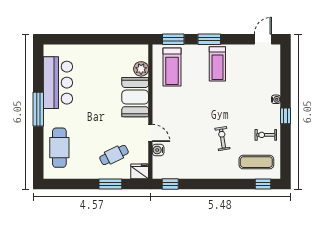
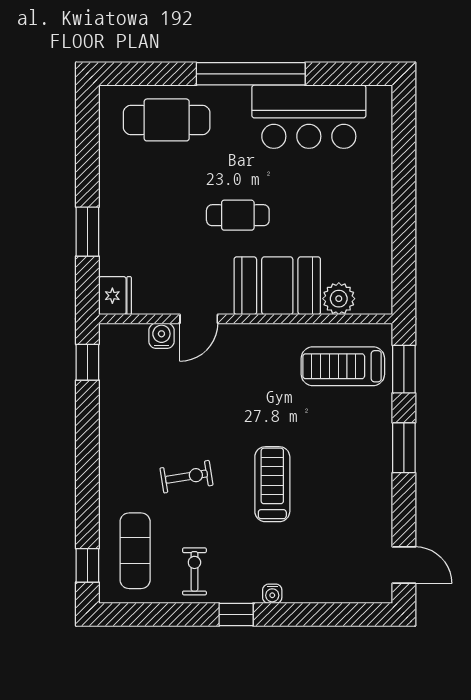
treadmill: (217, 64) -> (272, 484), moved, turned 90
window: (38, 109) -> (251, 74), width x1.46
cafe table: (114, 155) -> (238, 215), moved, turned -64

